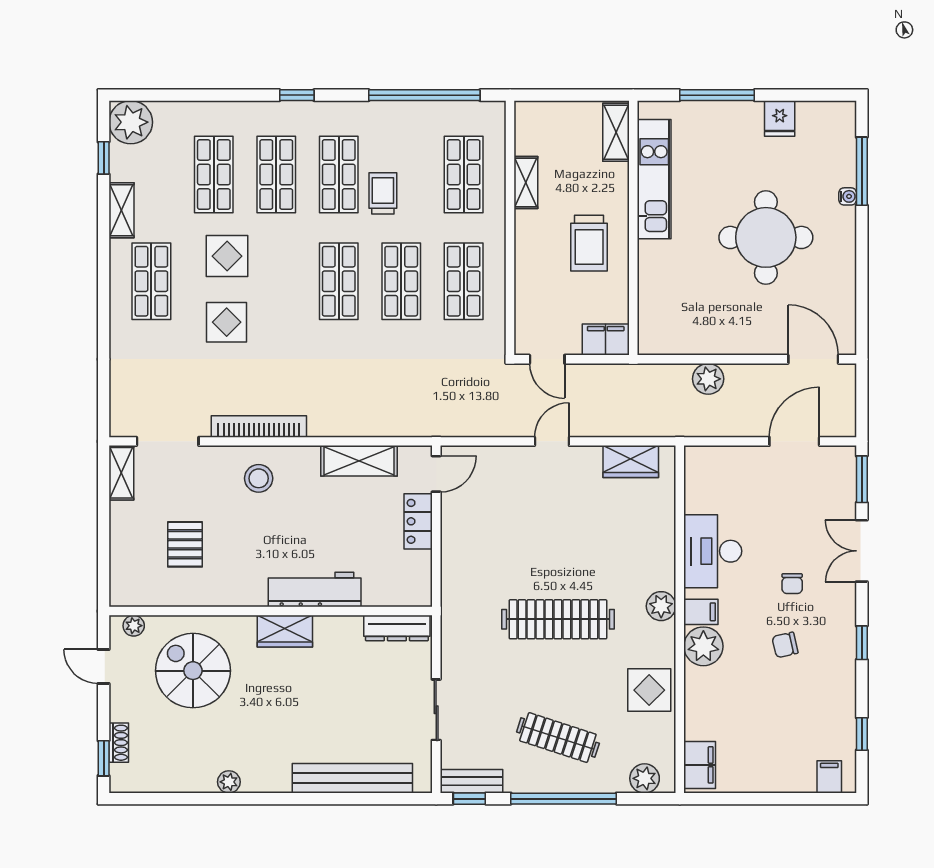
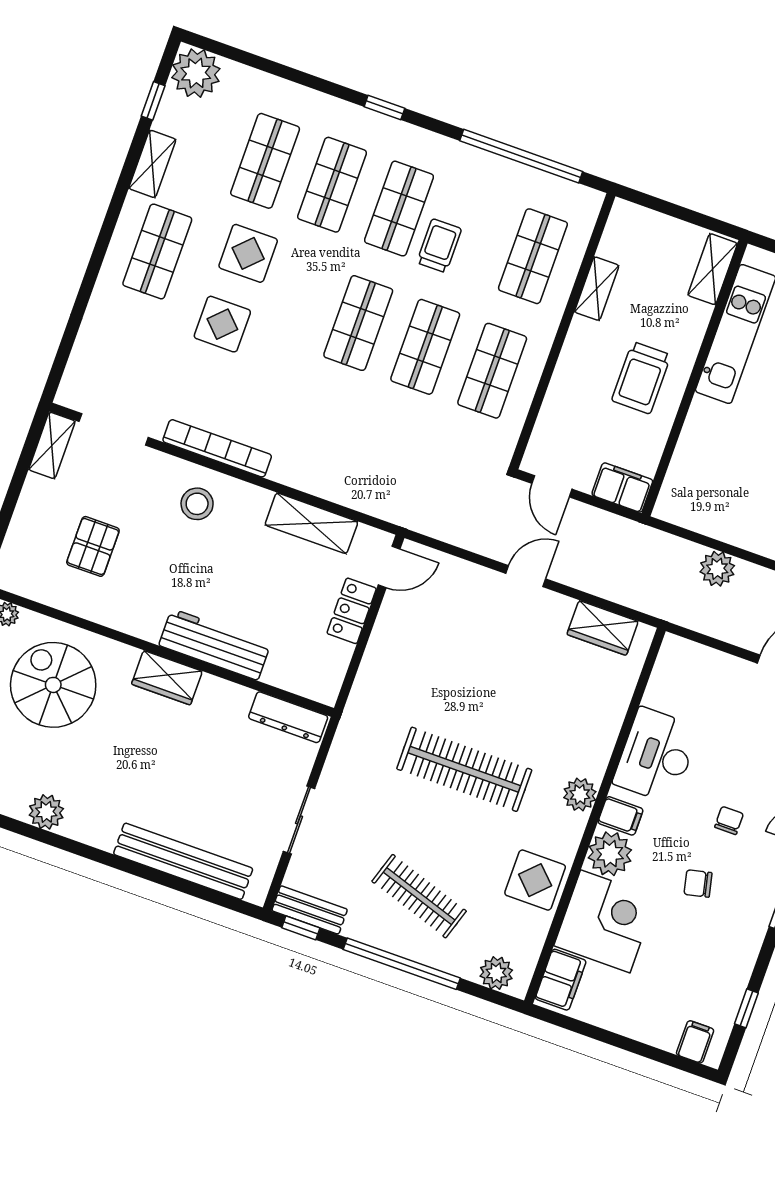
chair: (792, 584) -> (729, 820), turned 180
corner desk: (719, 704) -> (605, 921), added
plant: (229, 782) -> (46, 812), width x1.38, depth x1.38

